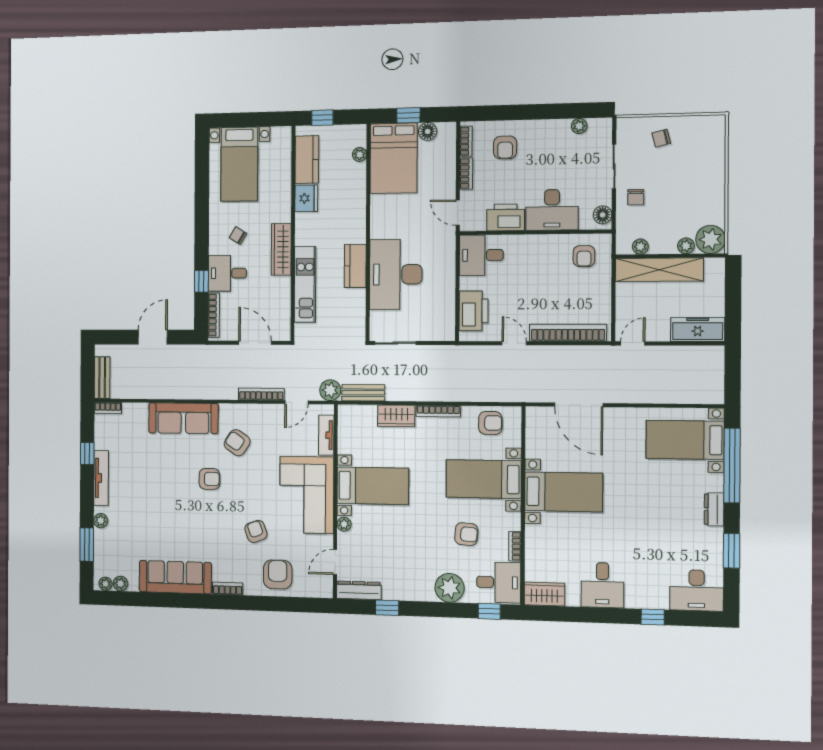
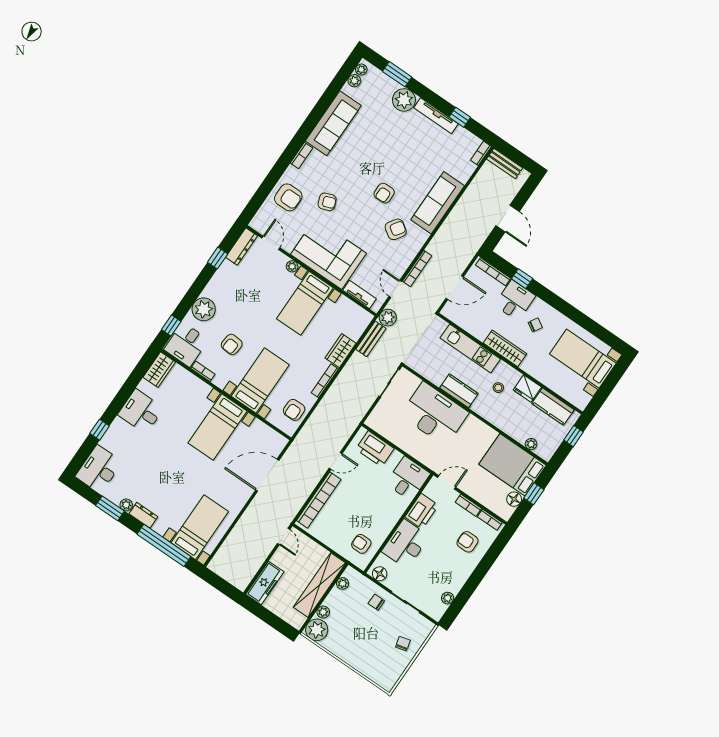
stool: (325, 228) -> (498, 388), added
plant: (101, 521) -> (404, 100), width x1.87, depth x1.87
plant: (715, 535) -> (126, 505), added

